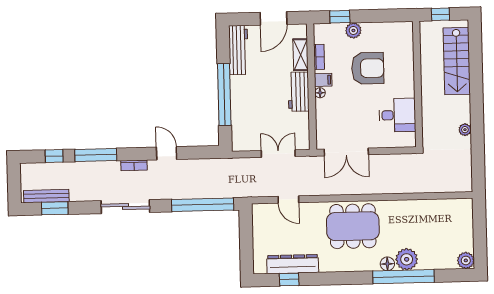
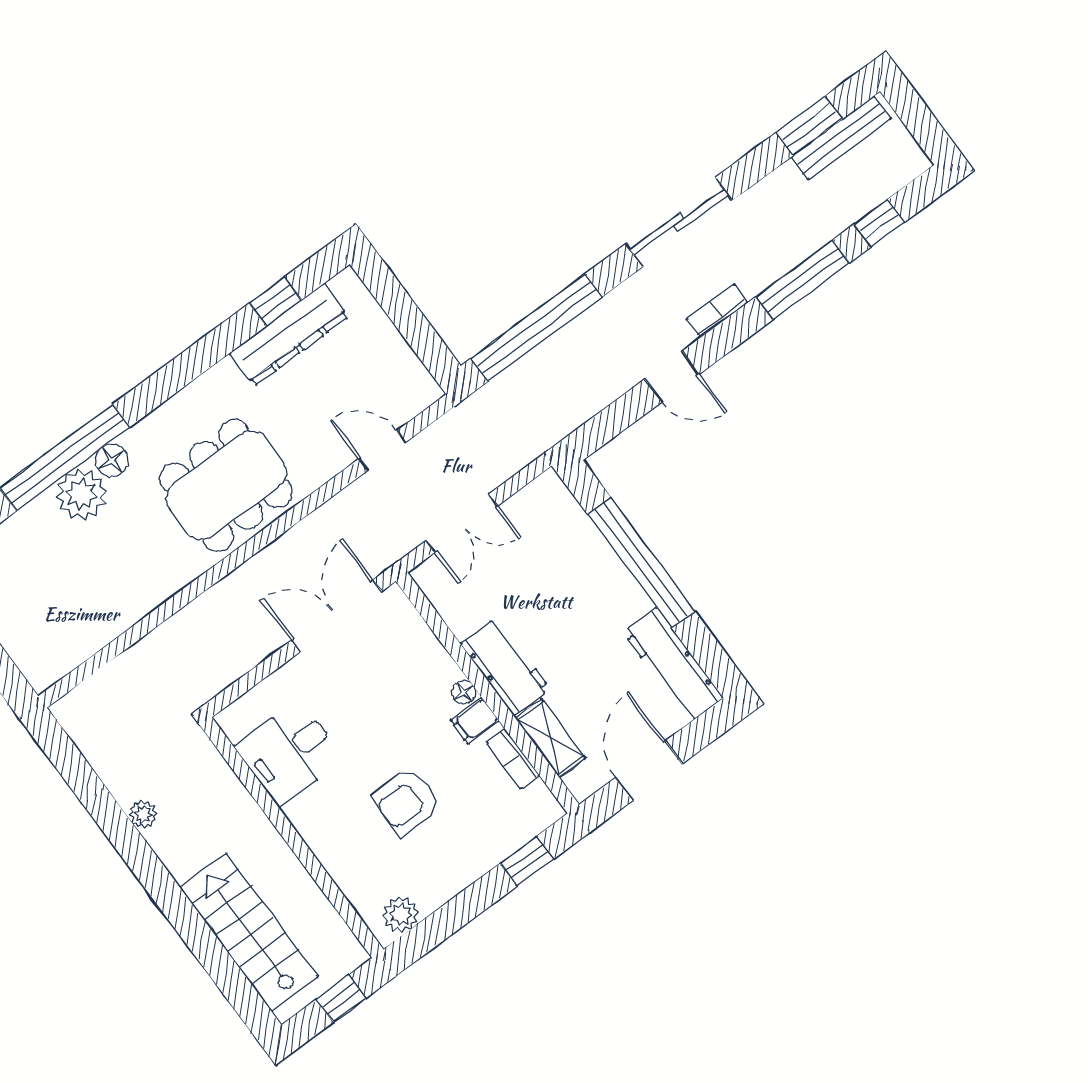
plant: (353, 30) -> (401, 915), moved
armchair: (368, 68) -> (407, 801), width x0.73, depth x0.73

